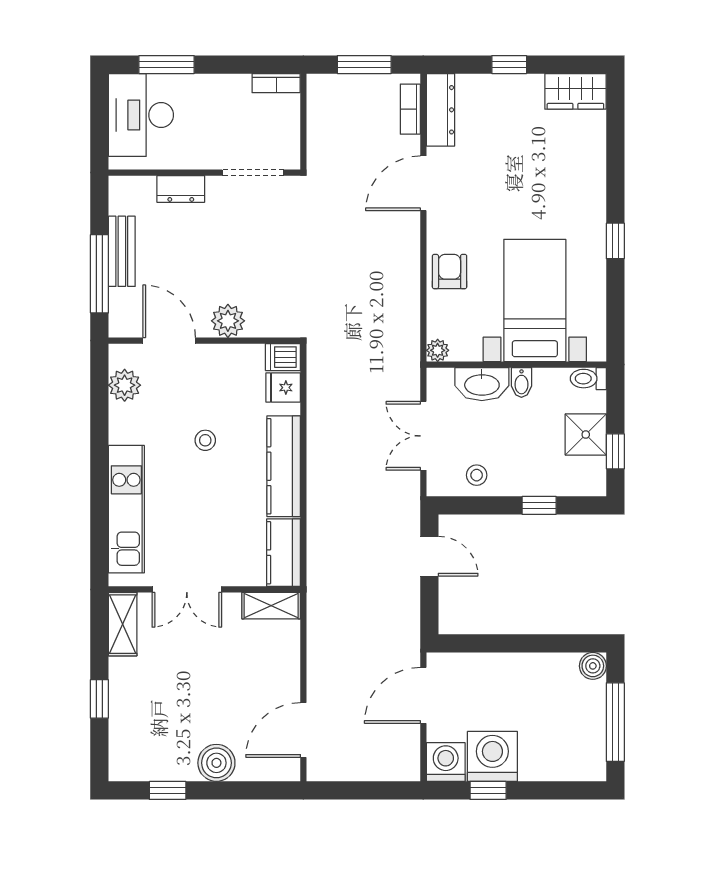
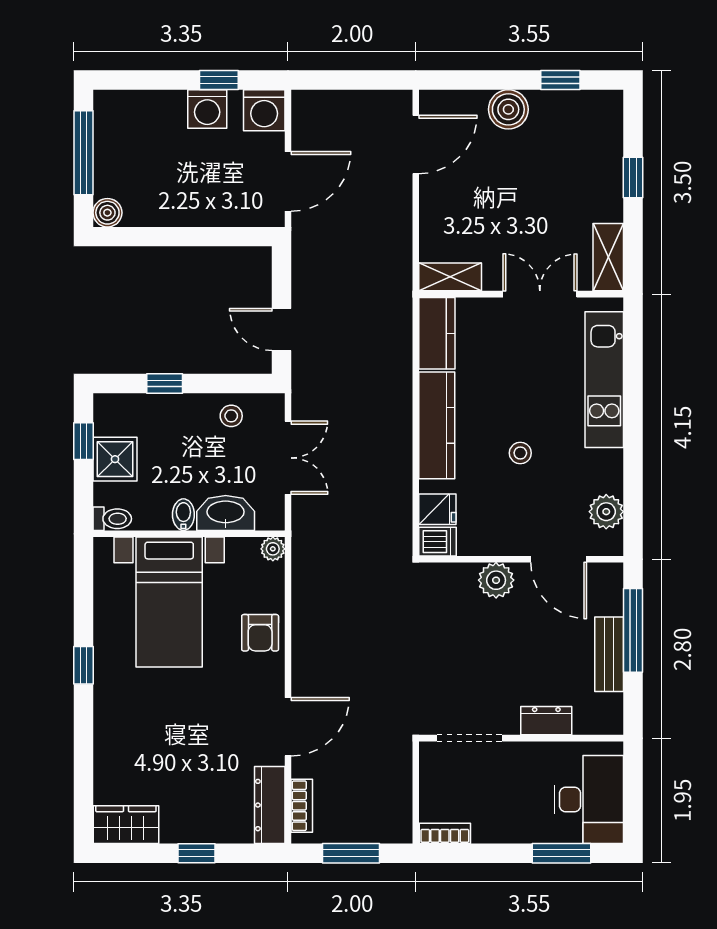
washing machine: (492, 756) -> (207, 109), width x0.73, depth x0.73

